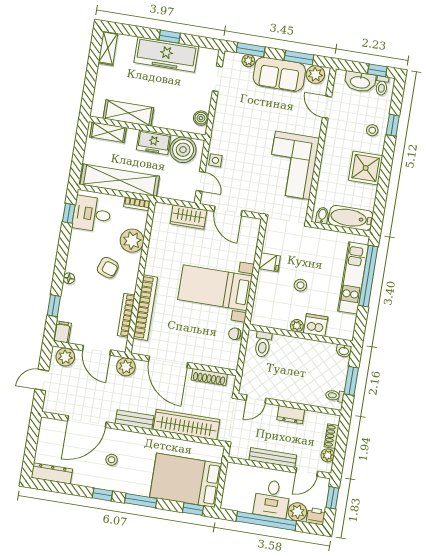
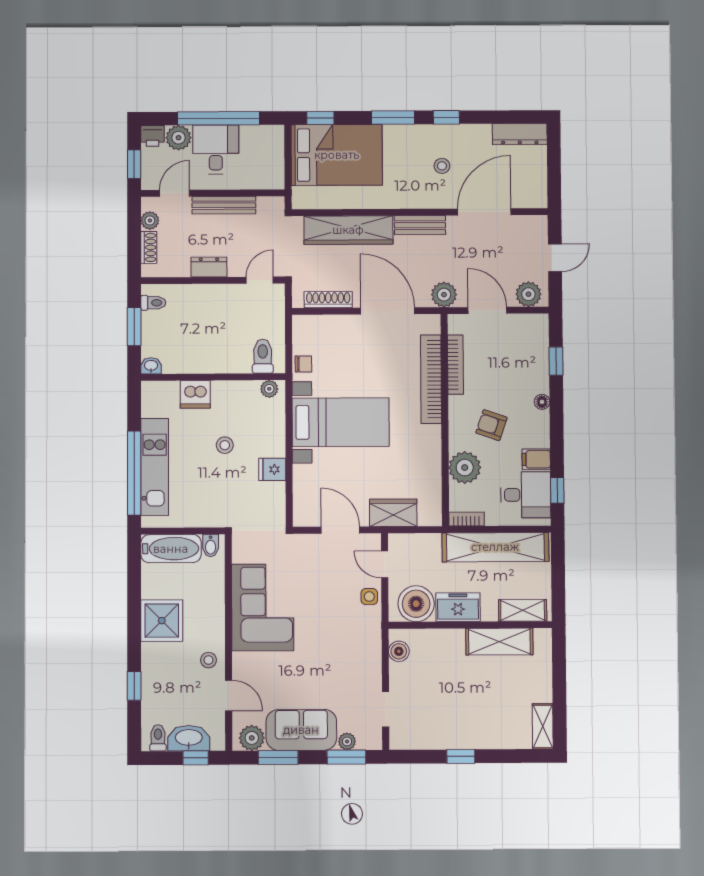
freezer: (166, 54) -> (461, 731), removed
window: (377, 70) -> (196, 758), moved
stool: (372, 130) -> (209, 660), moved
plant: (297, 326) -> (269, 389), moved
filing cabinet: (62, 332) -> (536, 459), moved, turned 90

